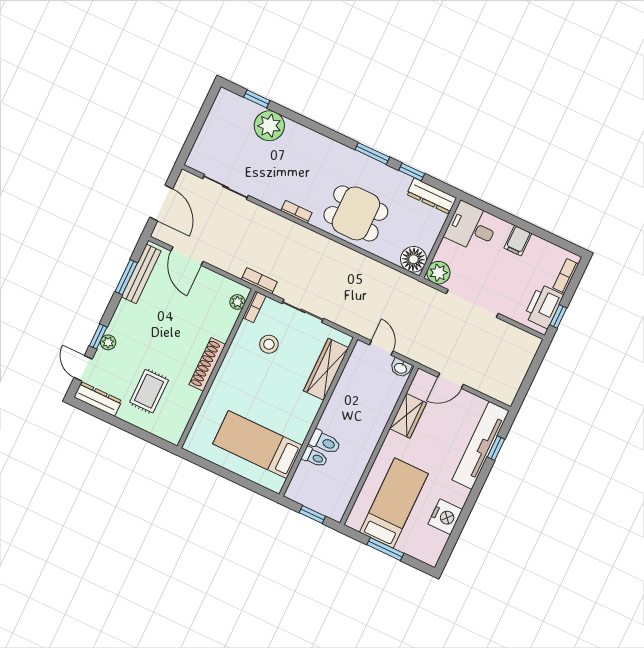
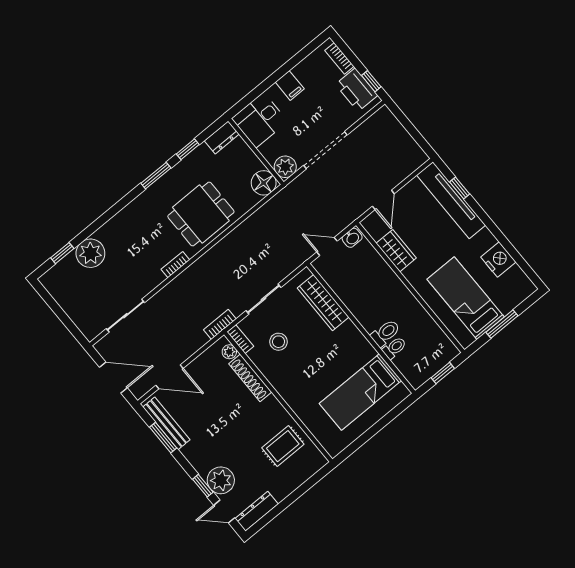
dresser: (432, 196) -> (222, 137), width x0.70
plant: (108, 342) -> (221, 480), width x1.87, depth x1.87
shoe rack: (207, 364) -> (250, 378), moved
rug: (149, 391) -> (283, 446), moved, turned 90

